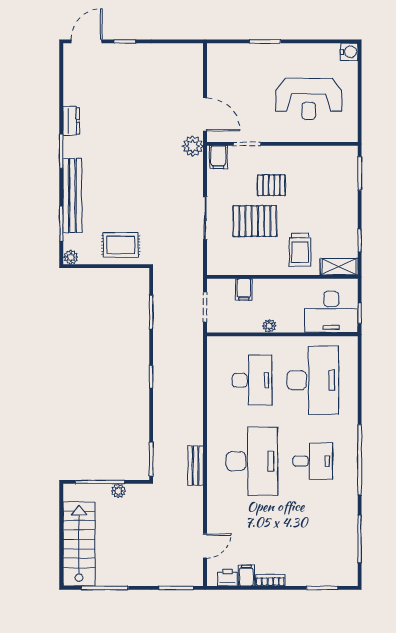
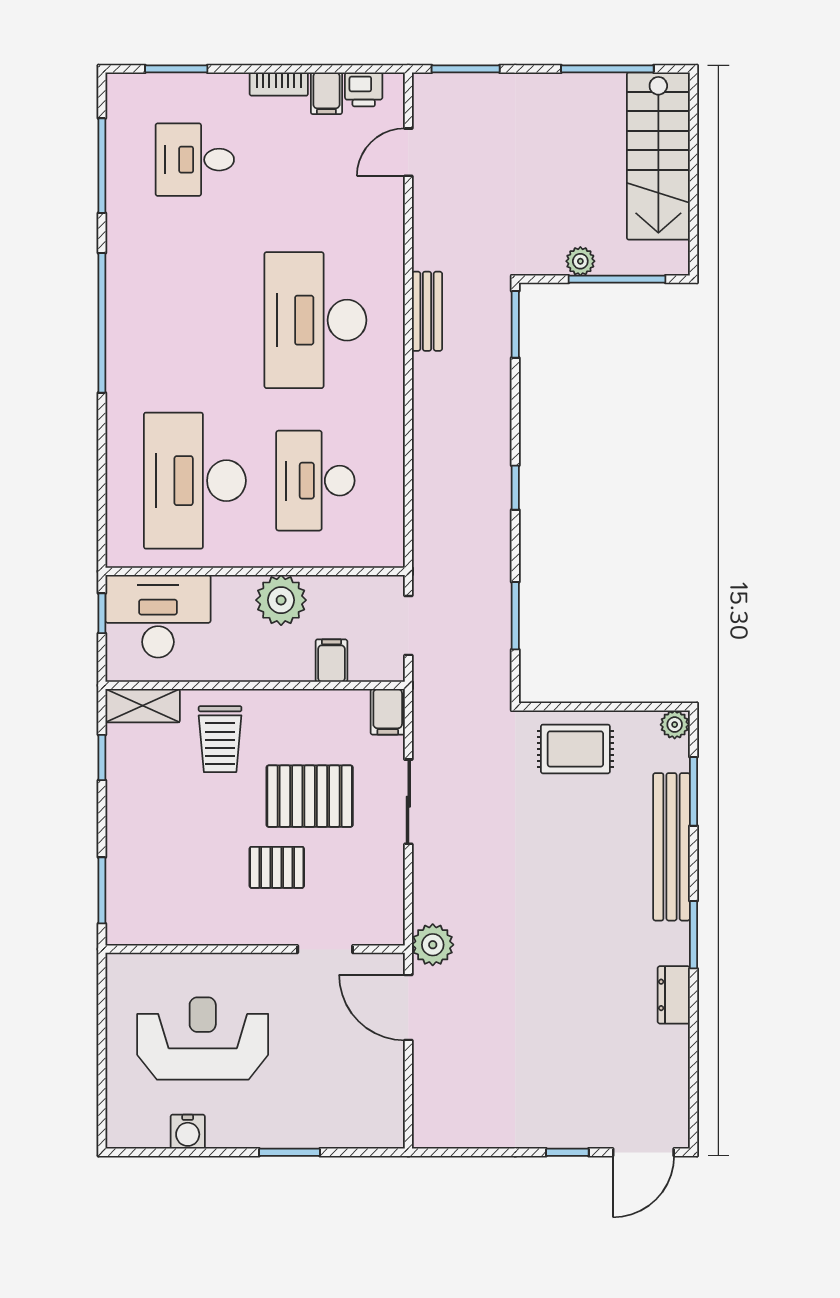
water cooler: (349, 52) -> (188, 1132), moved, turned -90
filing cabinet: (218, 157) -> (388, 712), moved, turned 180
trolley: (300, 250) -> (220, 739), turned 180
plant: (269, 326) -> (281, 600), width x1.88, depth x1.88
desk: (313, 461) -> (195, 160), moved

